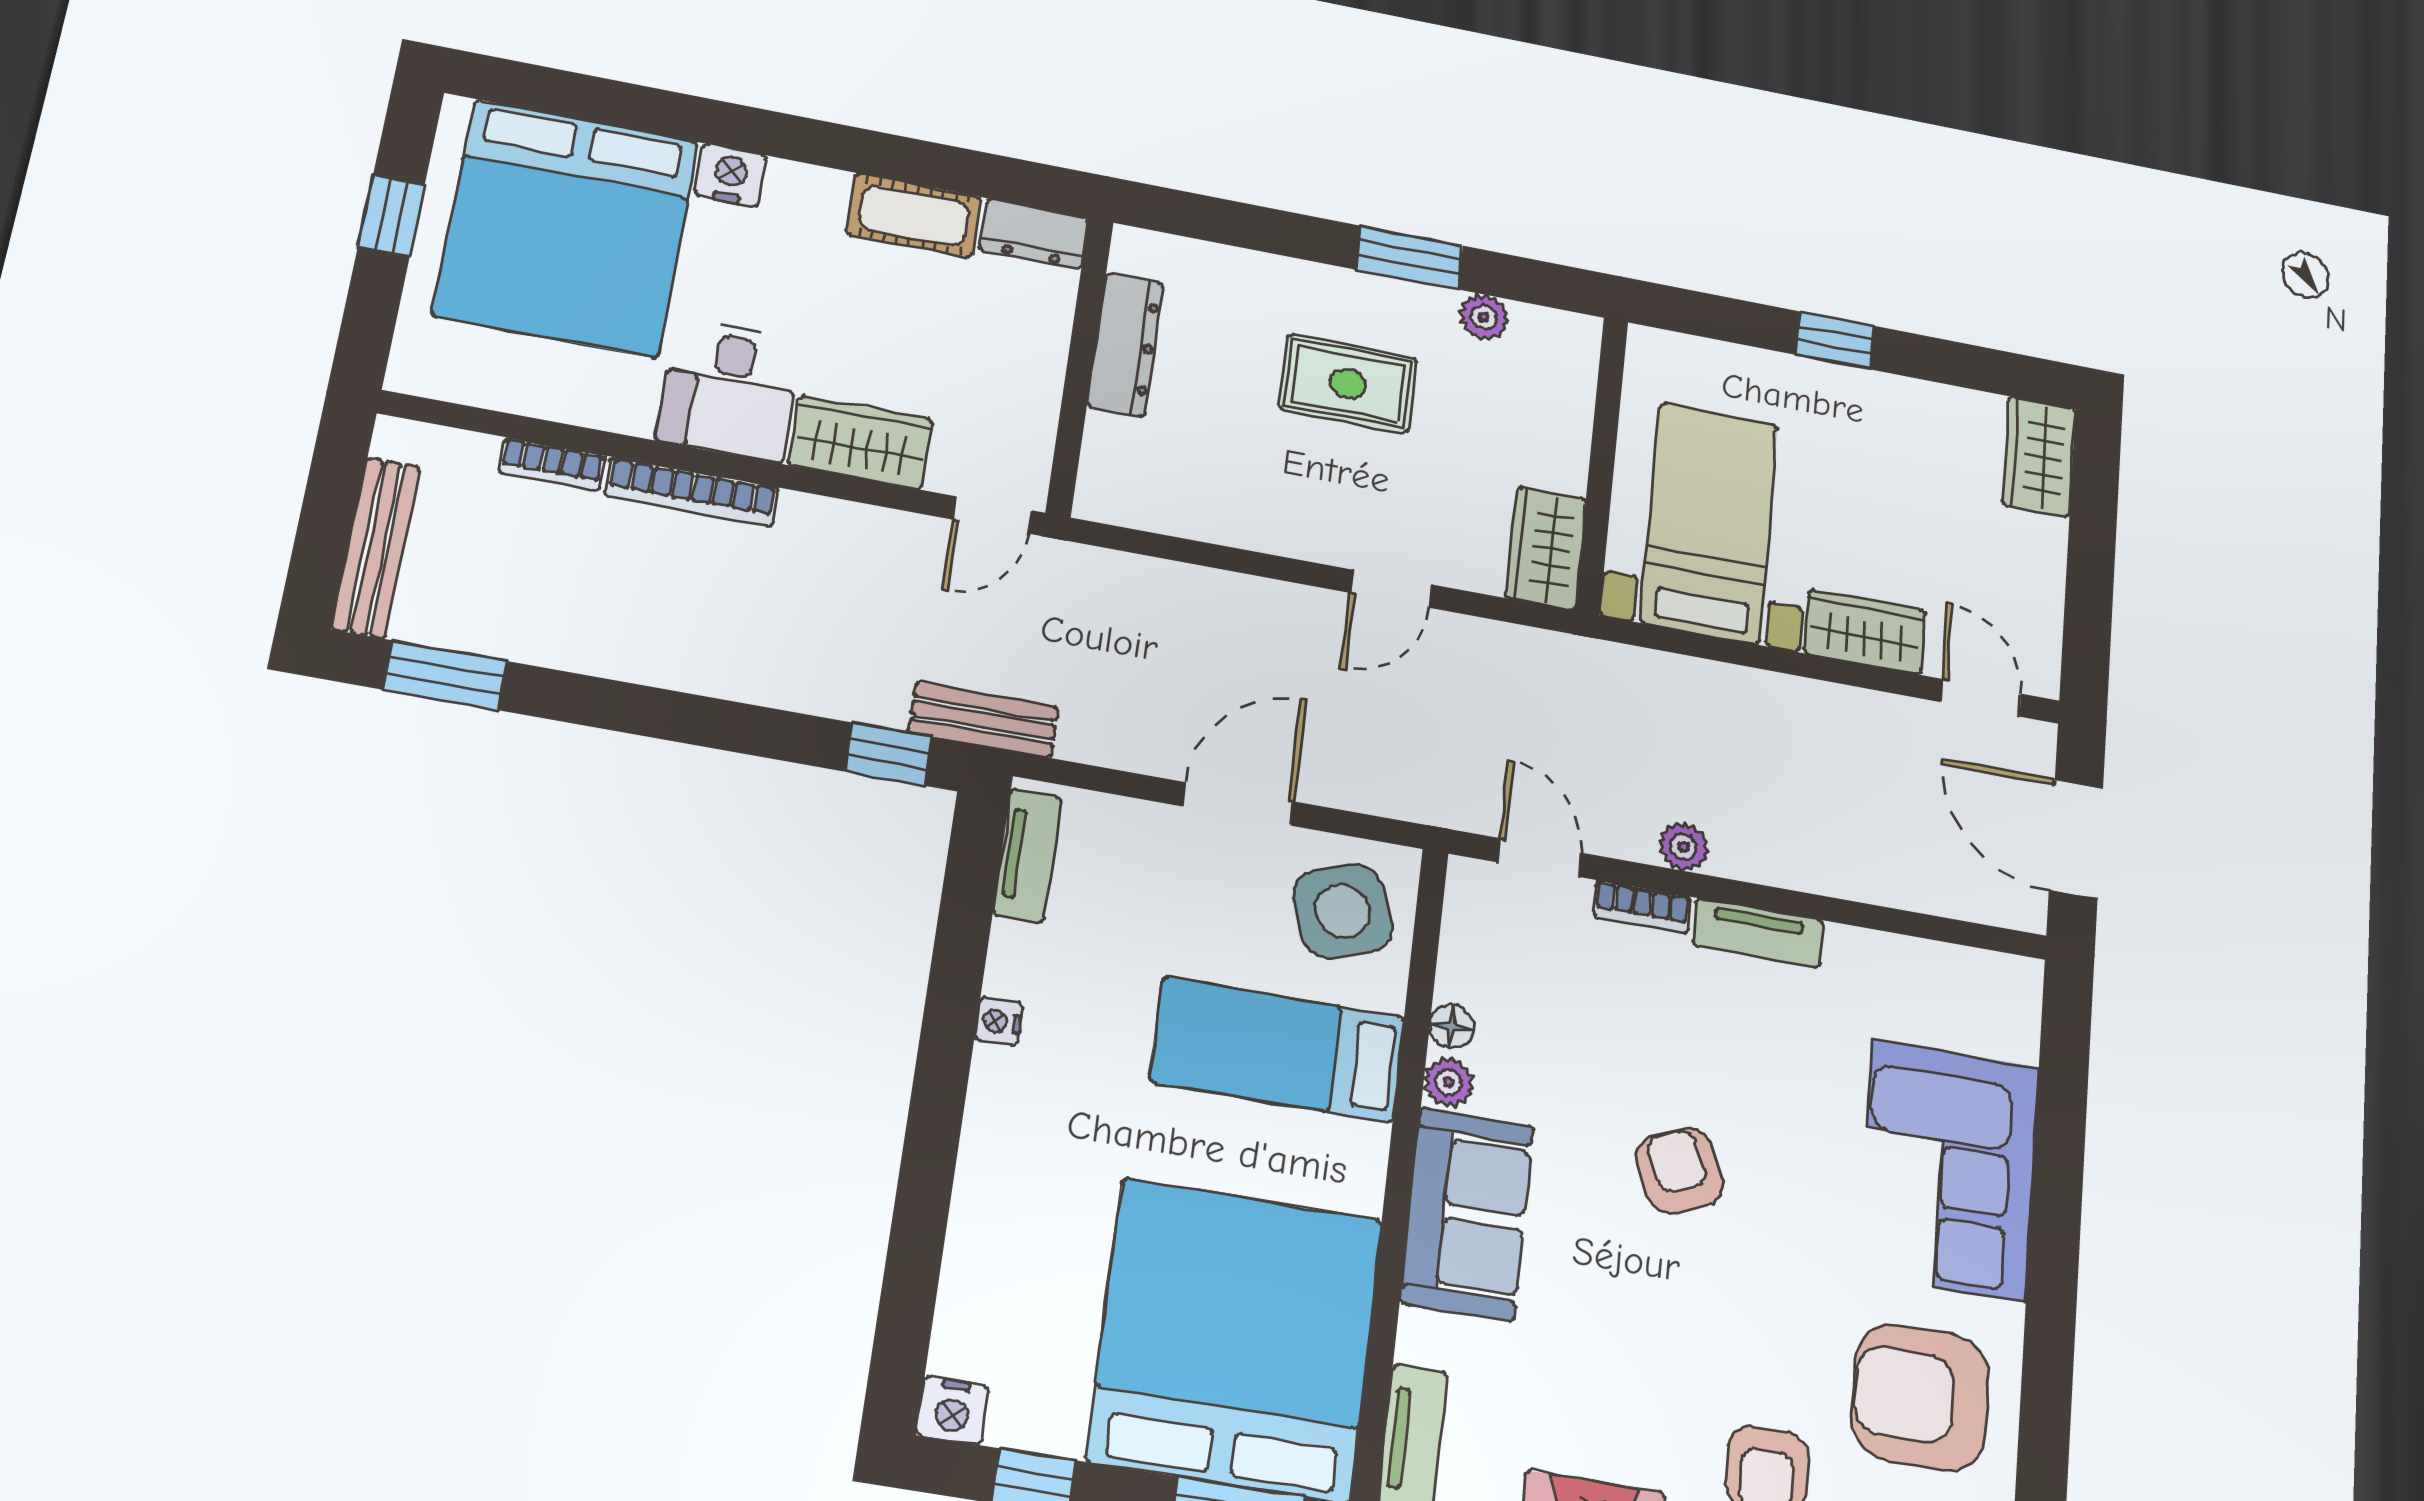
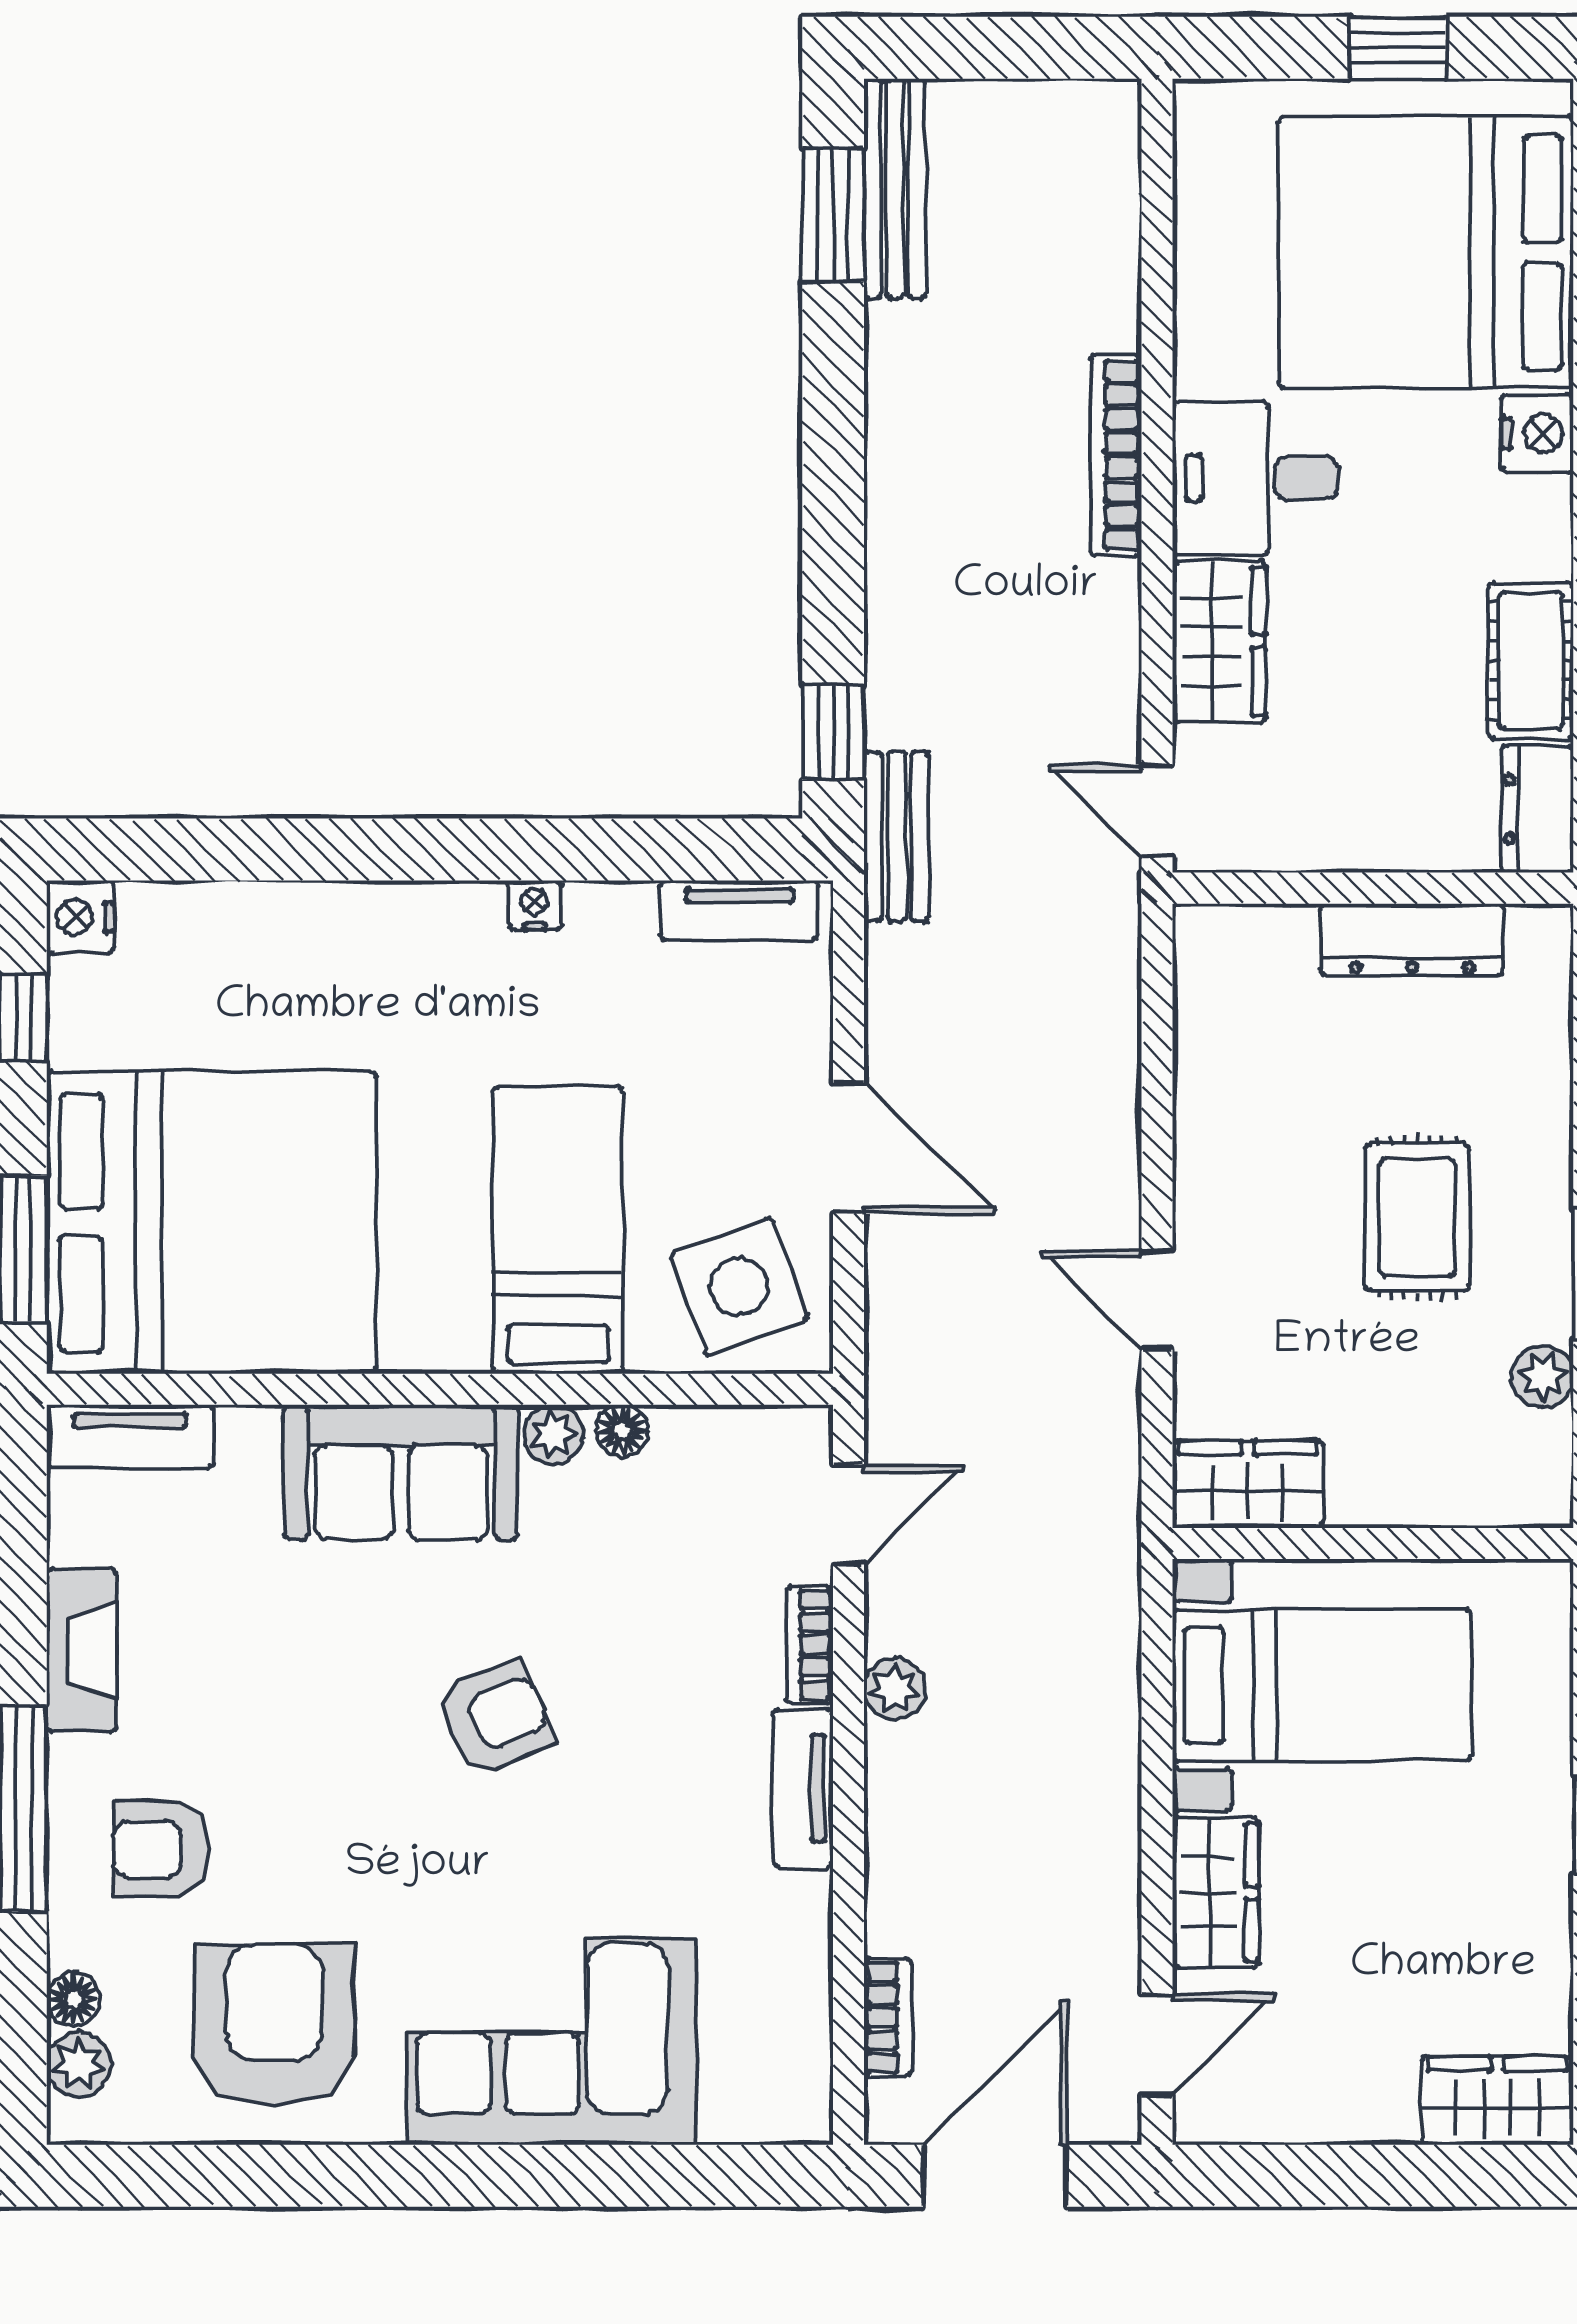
bookcase: (552, 465) -> (888, 2017), moved, turned 180
bench: (376, 548) -> (895, 189), moved, turned 90

